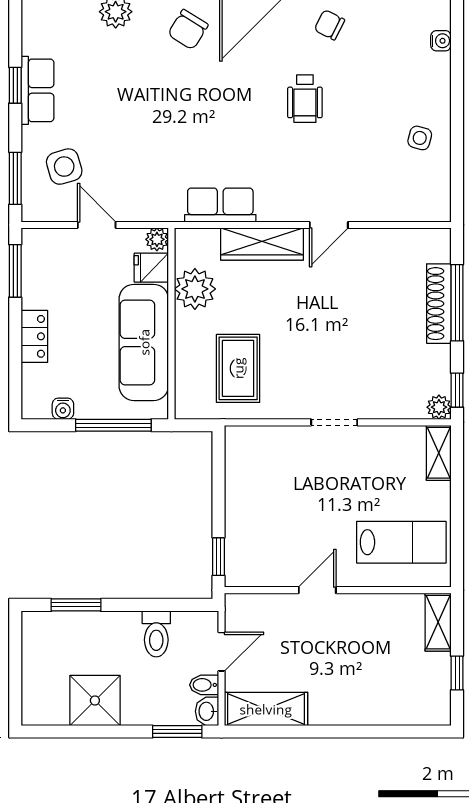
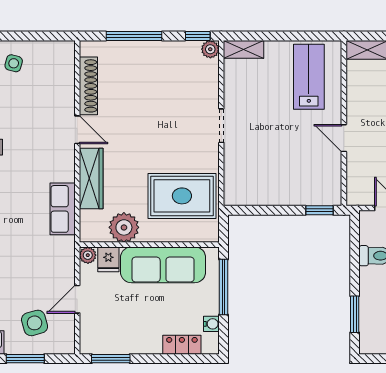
window: (15, 178) -> (25, 359), moved
shoe rack: (439, 304) -> (88, 86), moved, turned -90
locker: (34, 336) -> (182, 345), moved
rug: (238, 368) -> (182, 196), width x1.36, depth x1.43

